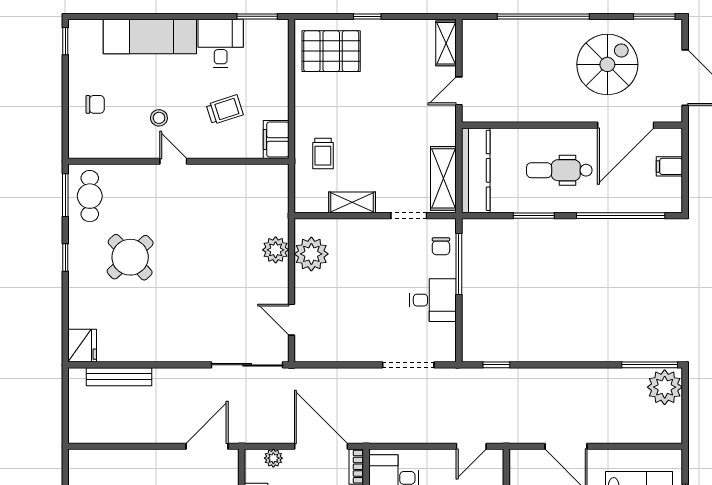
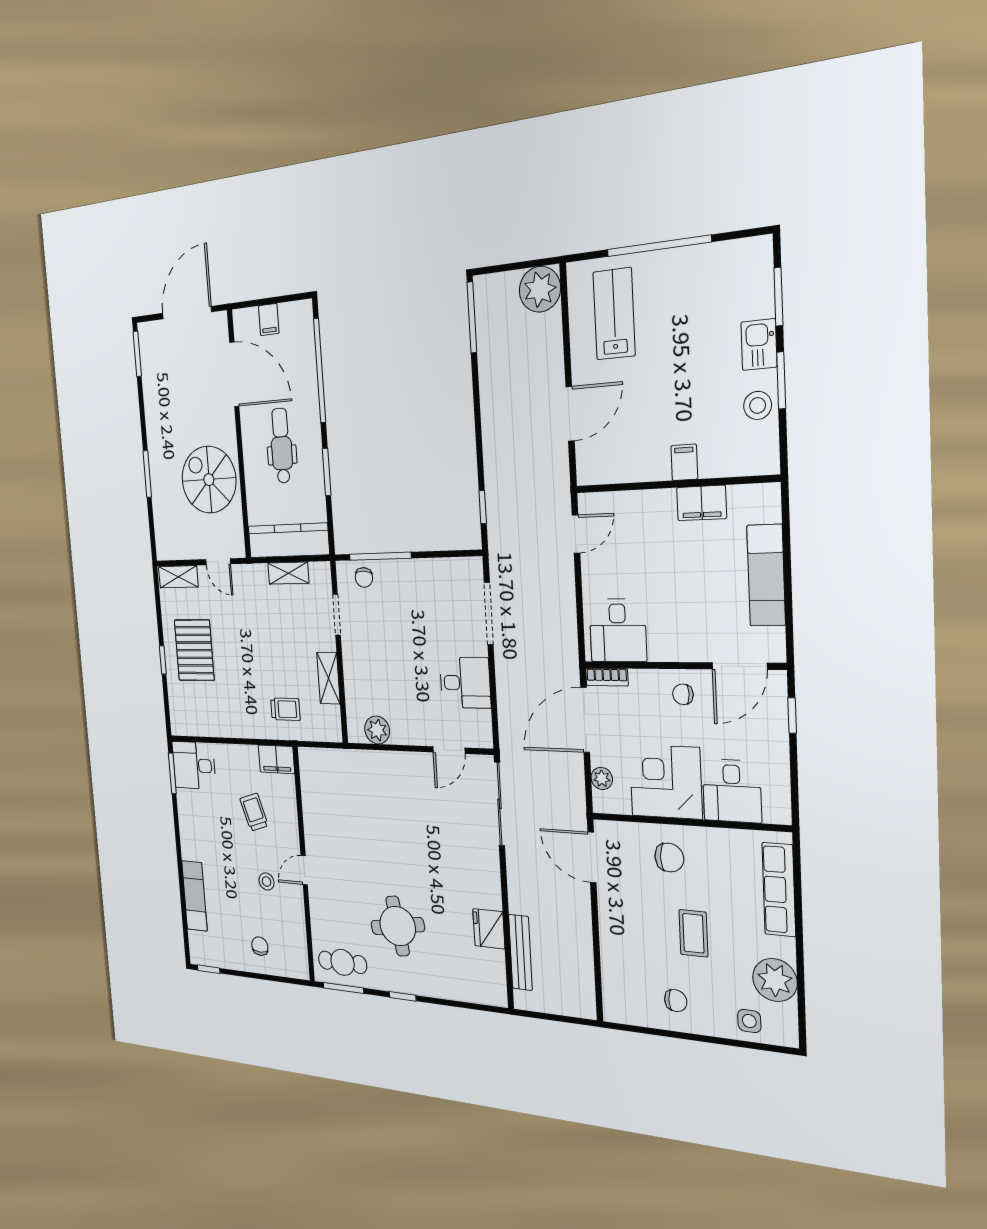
window: (543, 16) -> (147, 474), width x0.47
exam couch: (150, 37) -> (194, 896), width x0.73, depth x0.69
desk: (221, 44) -> (194, 765), moved
pallet: (331, 51) -> (194, 650), moved
spiral stairs: (607, 64) -> (209, 480), moved
dental chair: (559, 170) -> (281, 446), turned 180
shelving: (443, 178) -> (288, 573), width x0.67, depth x0.75
chair: (441, 246) -> (364, 577), turned 93
plant: (276, 250) -> (380, 765), removed
plant: (311, 254) -> (377, 730), width x0.73, depth x0.73
round table: (130, 257) -> (398, 926), turned 34
desk: (433, 300) -> (465, 683), moved, turned 90
fridge: (82, 346) -> (489, 929), moved, turned -90
plant: (665, 387) -> (540, 289), moved
door: (471, 446) -> (576, 534), hinge flipped

